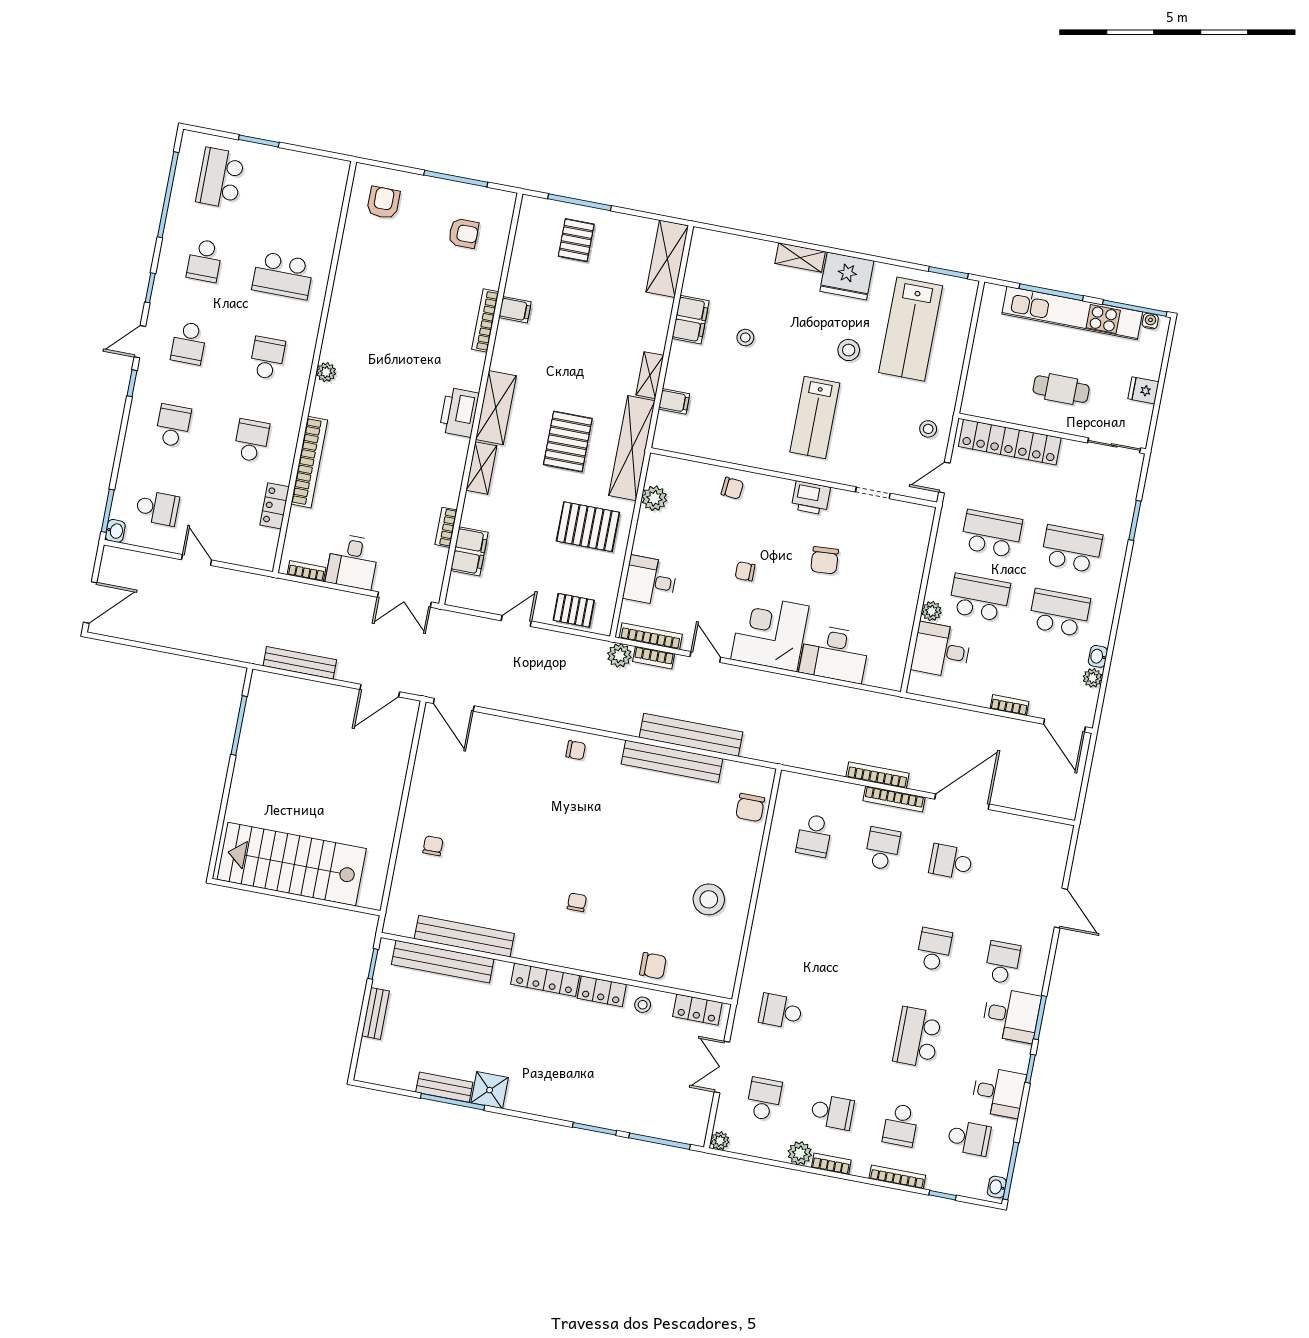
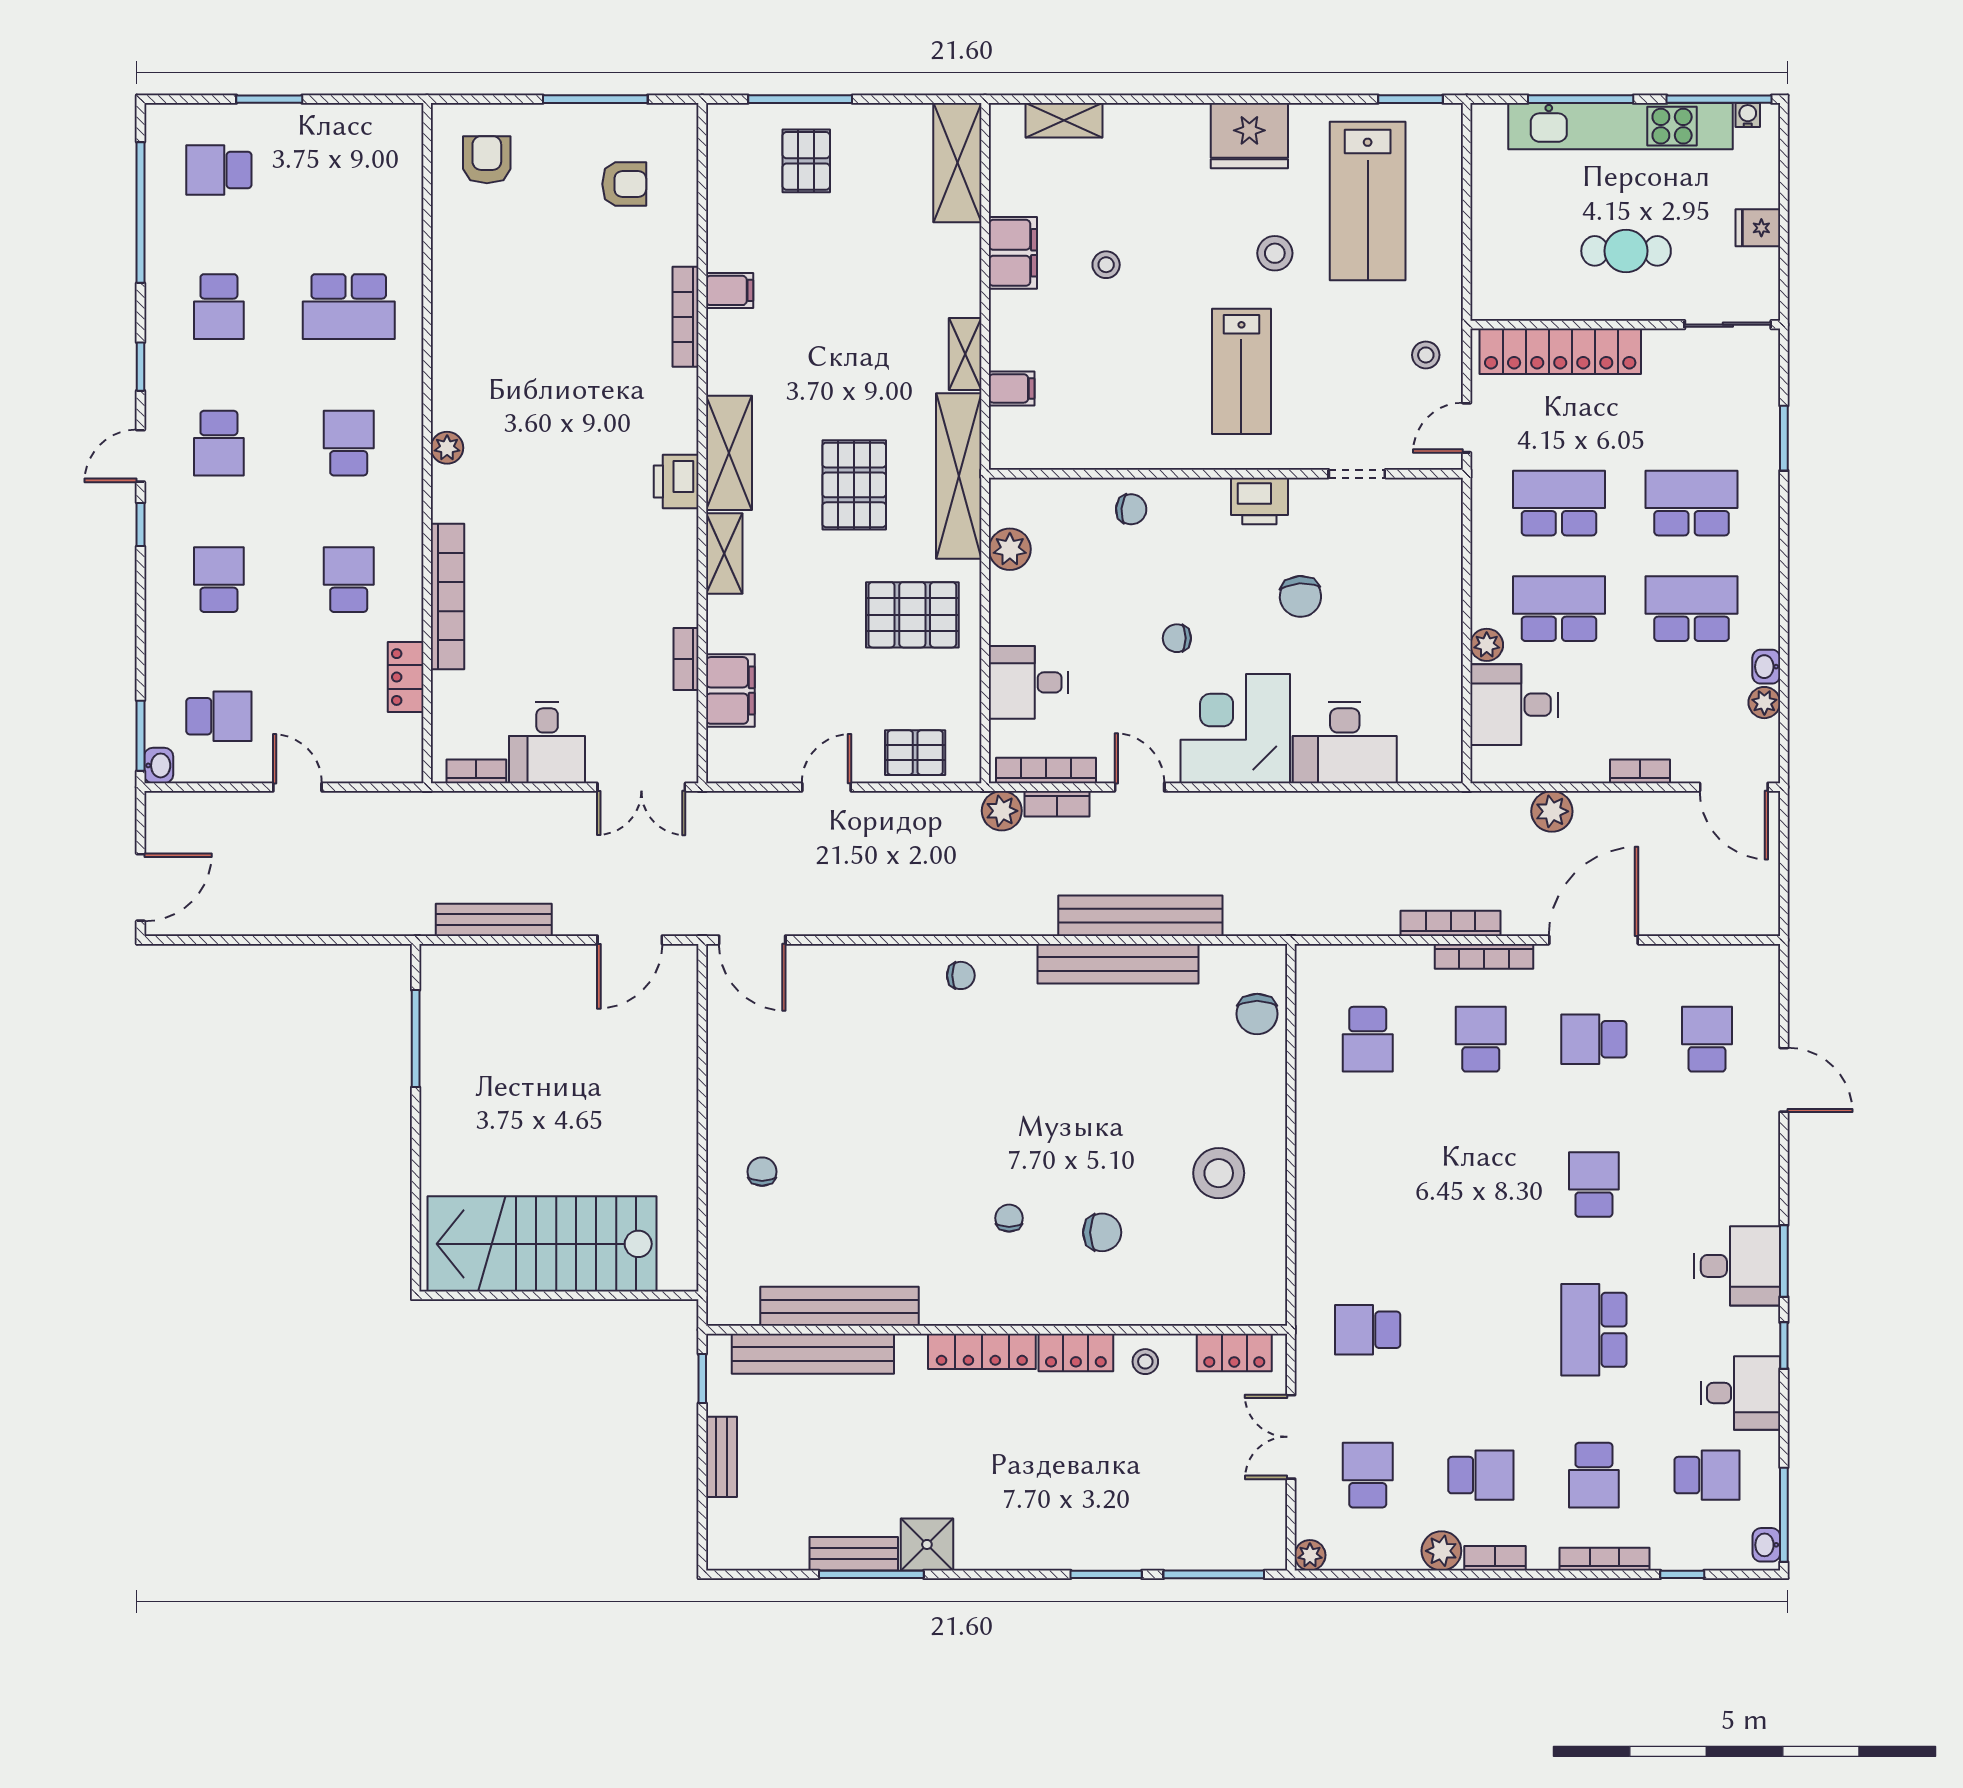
school desk: (220, 178) -> (219, 170), width x0.54
shelving: (800, 258) -> (1064, 120), moved
printer: (459, 412) -> (676, 481), width x0.73, depth x0.84
plant: (952, 719) -> (1552, 811), added
school desk: (1002, 962) -> (1707, 1039), moved
chair: (653, 966) -> (1102, 1232), moved

